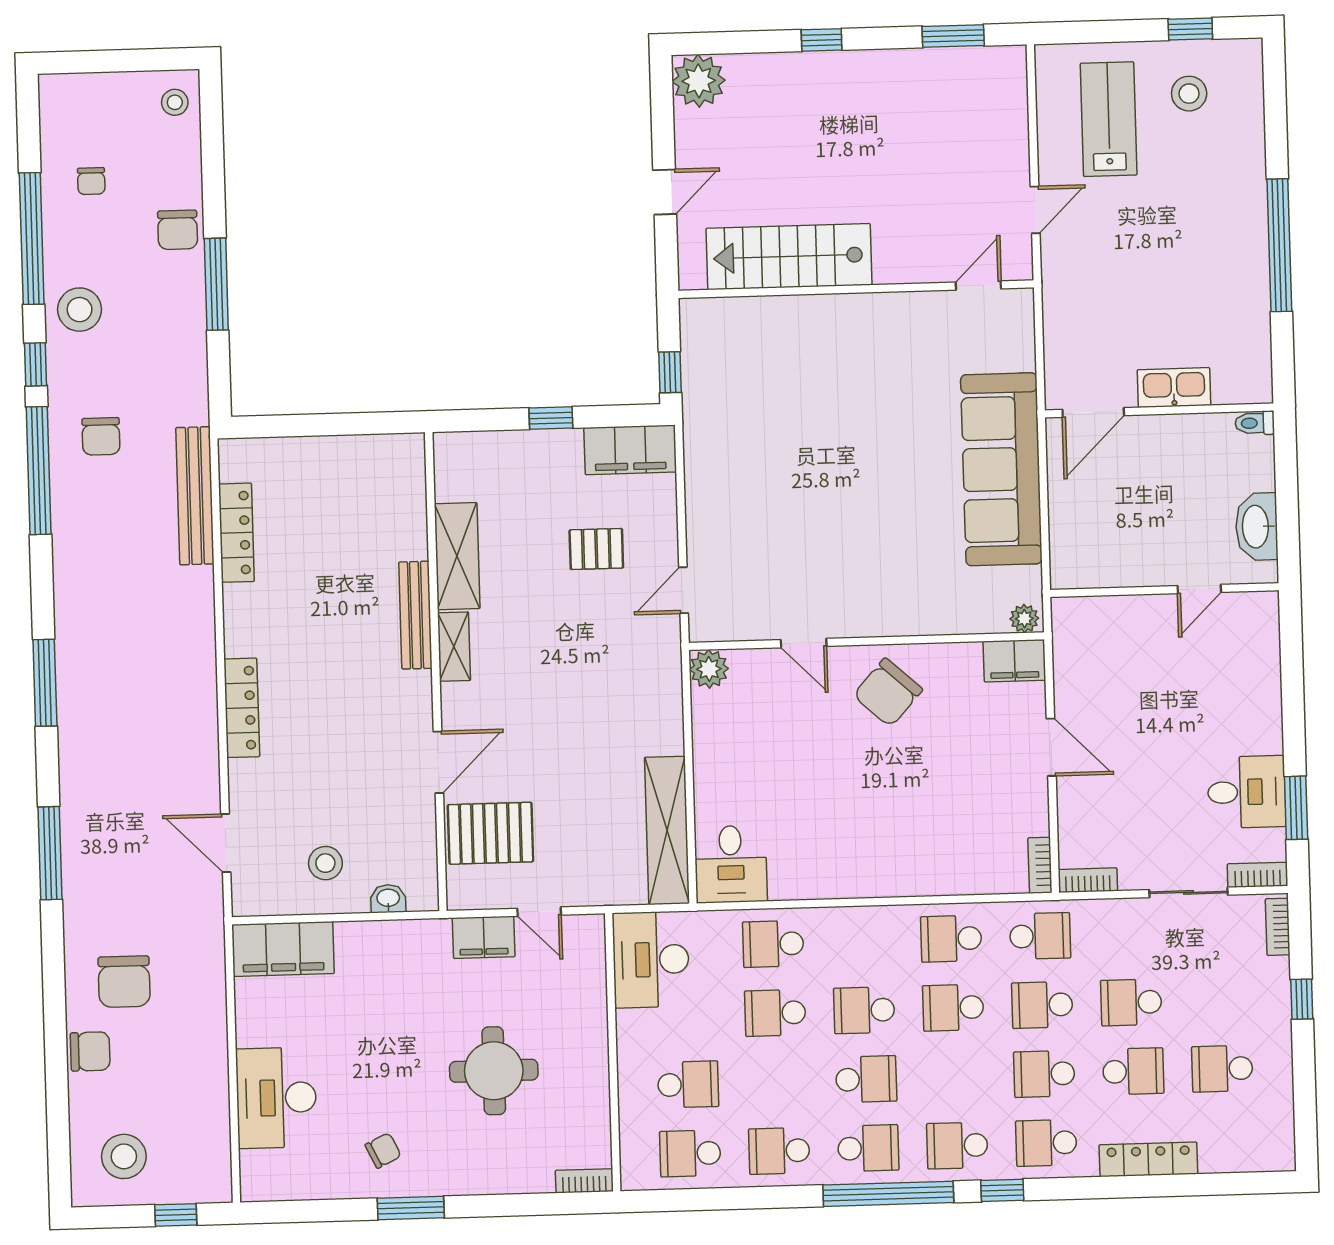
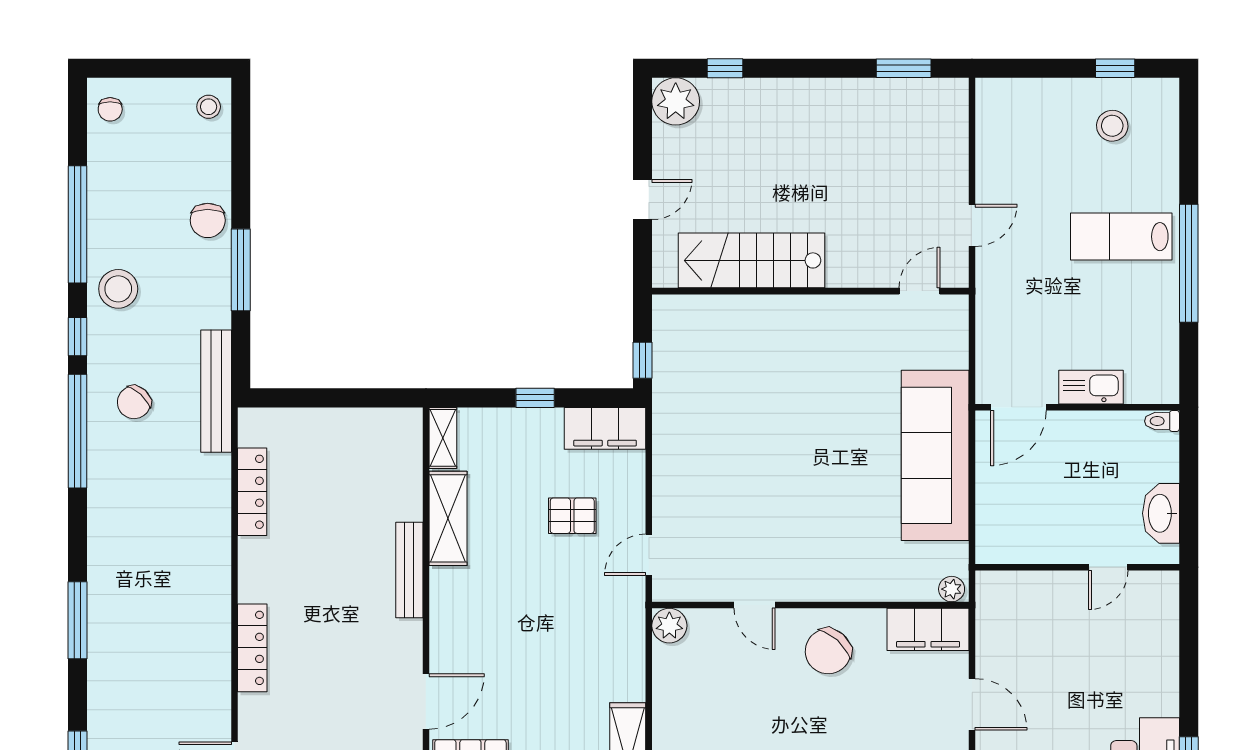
window: (822, 40) -> (725, 68), moved
lab bench: (1109, 119) -> (1121, 237), moved, turned -90
chair: (91, 181) -> (110, 109), moved
chair: (101, 436) -> (134, 402), turned 43
bench: (195, 496) -> (216, 391), moved
shelving: (454, 647) -> (443, 438), moved
filing cabinet: (1014, 661) -> (928, 629), width x1.50, depth x1.17

